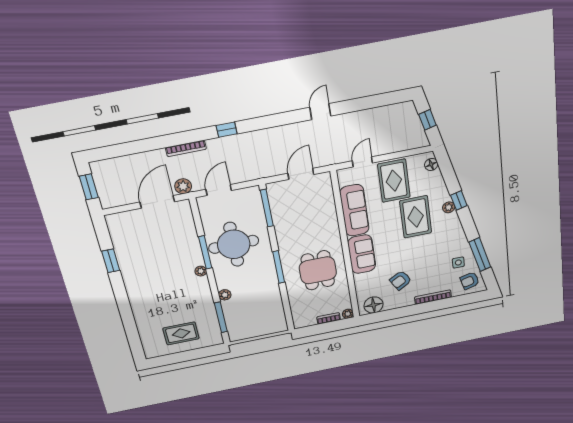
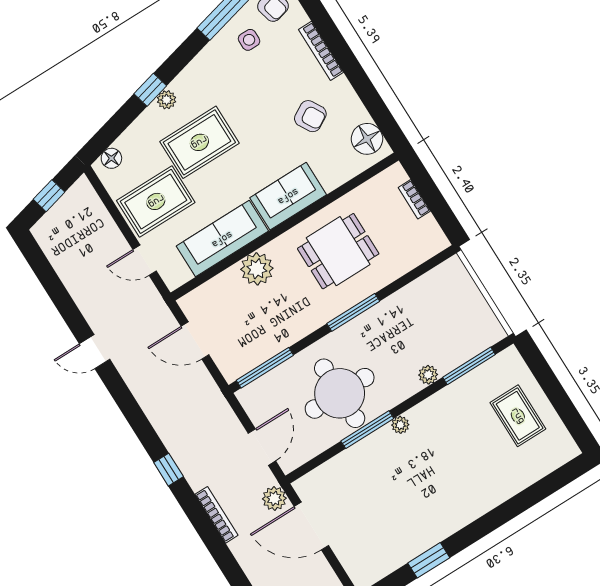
door: (219, 190) -> (262, 447), swing flipped
plant: (348, 314) -> (257, 269), moved, width x1.88, depth x1.88

